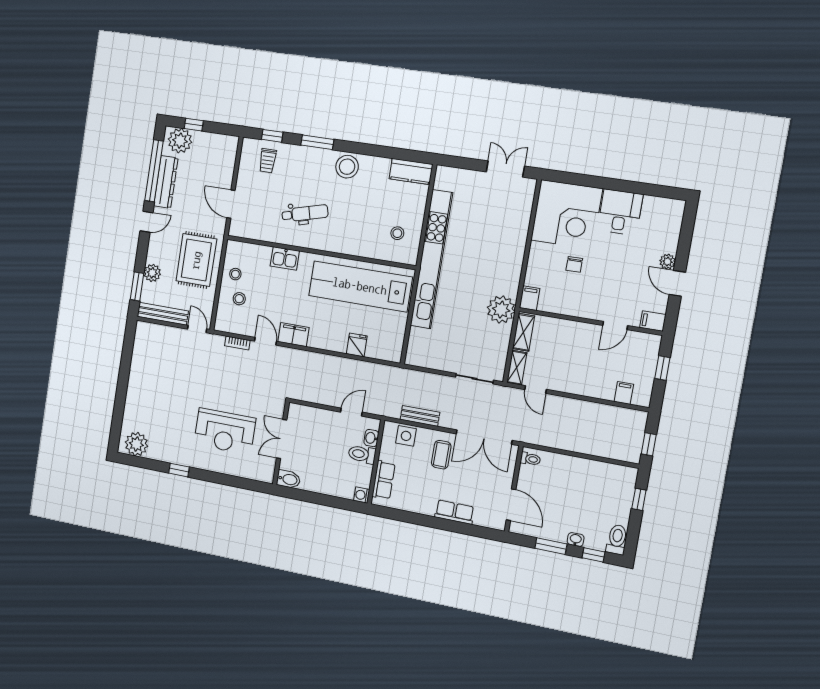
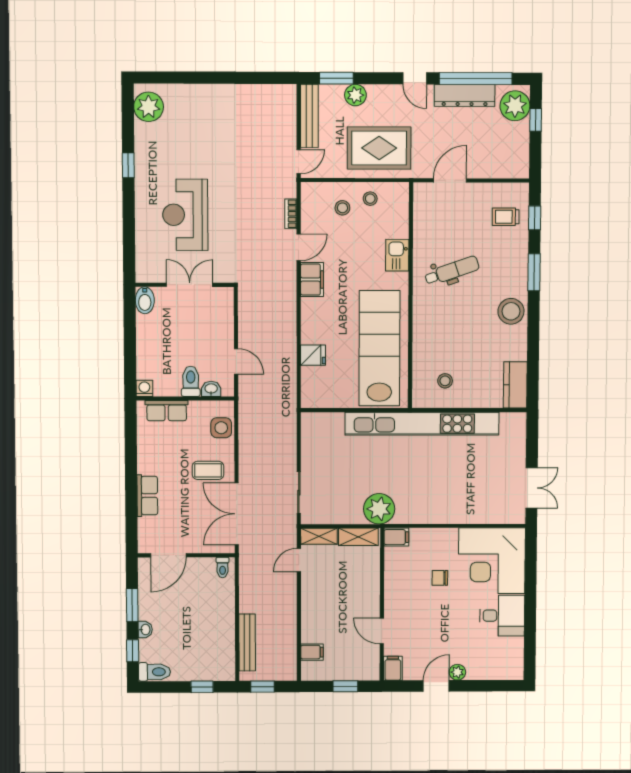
dental chair: (305, 213) -> (452, 271), turned -94
bench: (420, 416) -> (247, 643), moved, width x1.36

